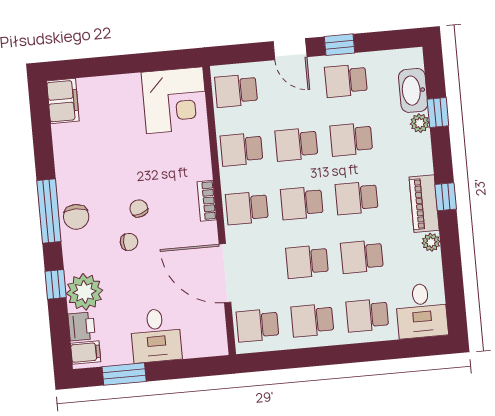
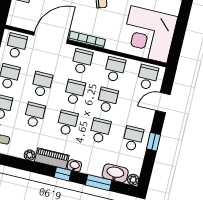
door: (290, 49) -> (163, 103), moved
corner desk: (175, 100) -> (149, 34), width x1.36, depth x1.36
window: (438, 112) -> (99, 183), width x1.50
plant: (420, 123) -> (133, 180), moved
washbasin: (424, 162) -> (74, 166), added
window: (446, 197) -> (63, 174), moved
bookcase: (207, 201) -> (87, 40), width x1.56

